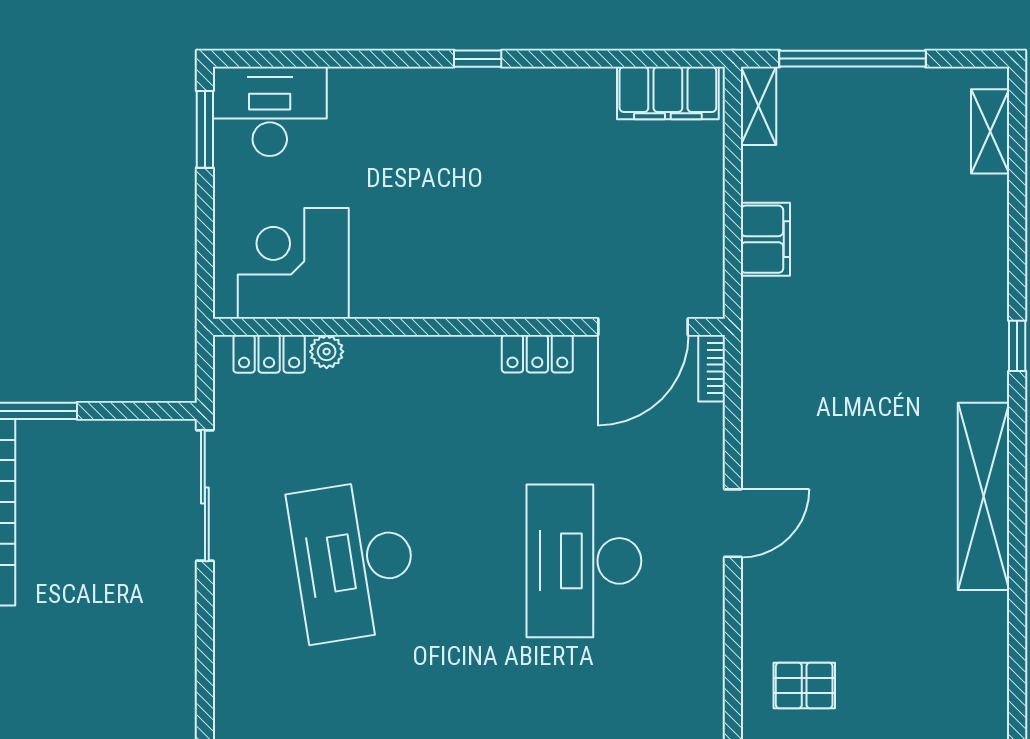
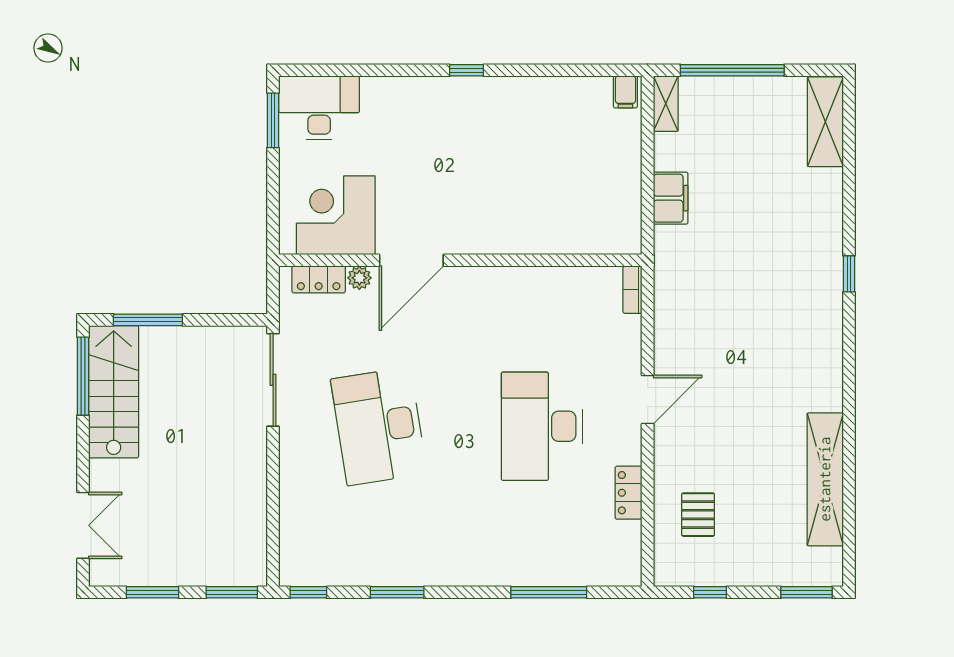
filing cabinet: (668, 93) -> (625, 92), width x0.33, depth x0.86
shelving: (990, 131) -> (825, 122), width x1.50, depth x1.33
door: (643, 327) -> (411, 260), moved
locker: (537, 354) -> (629, 493), moved, turned 90
shelving: (984, 496) -> (825, 479), moved
pallet: (804, 685) -> (698, 515), turned 90

